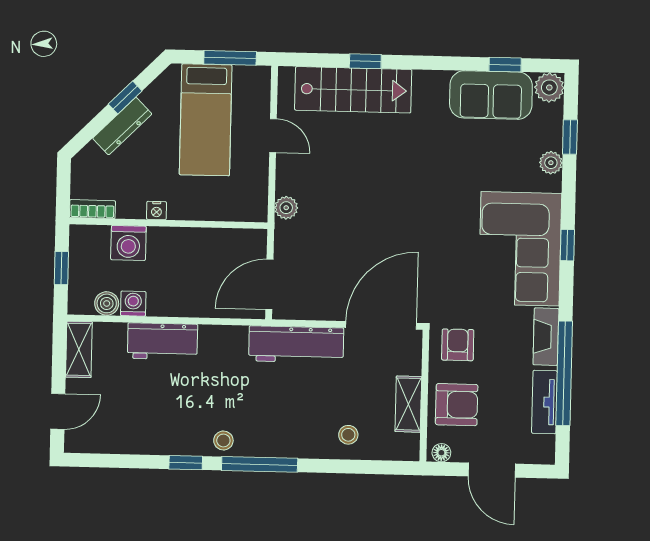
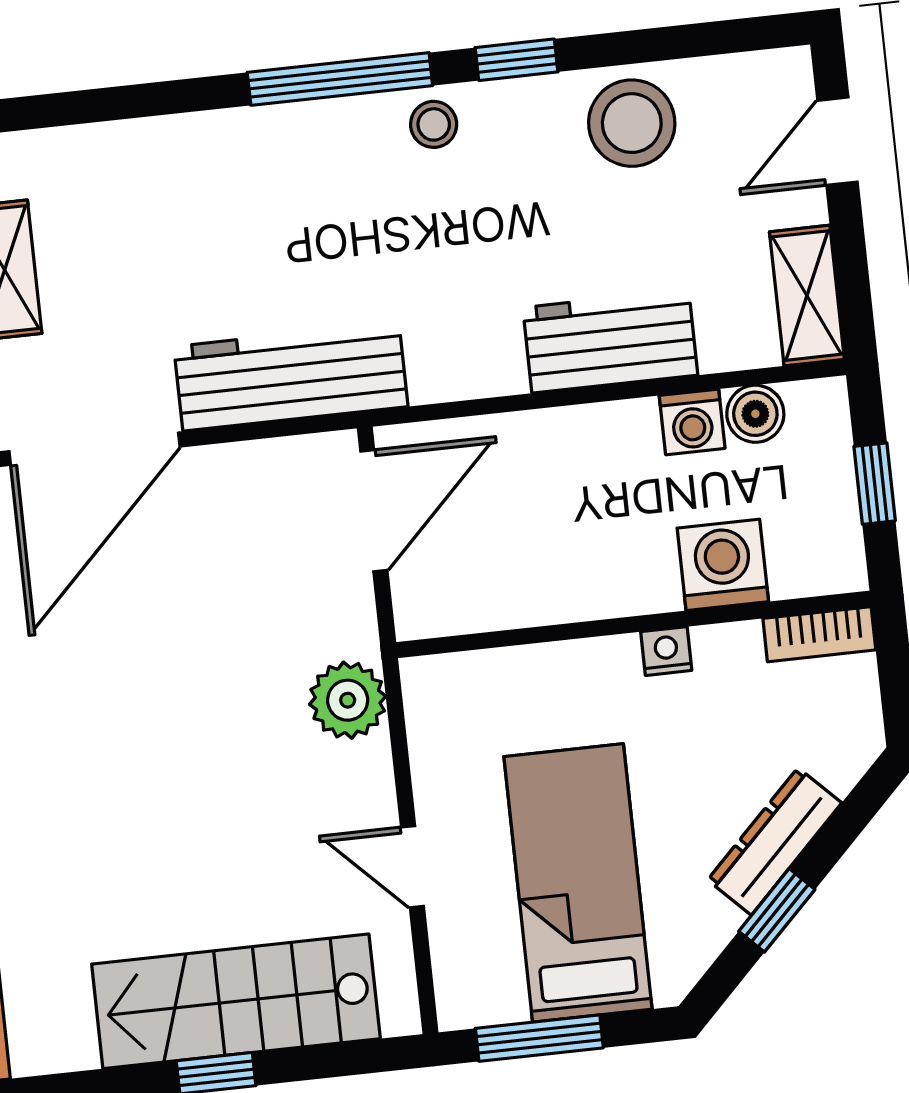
plant: (286, 208) -> (348, 700), width x1.38, depth x1.38
stool: (348, 435) -> (632, 123), moved, width x1.89, depth x1.89

